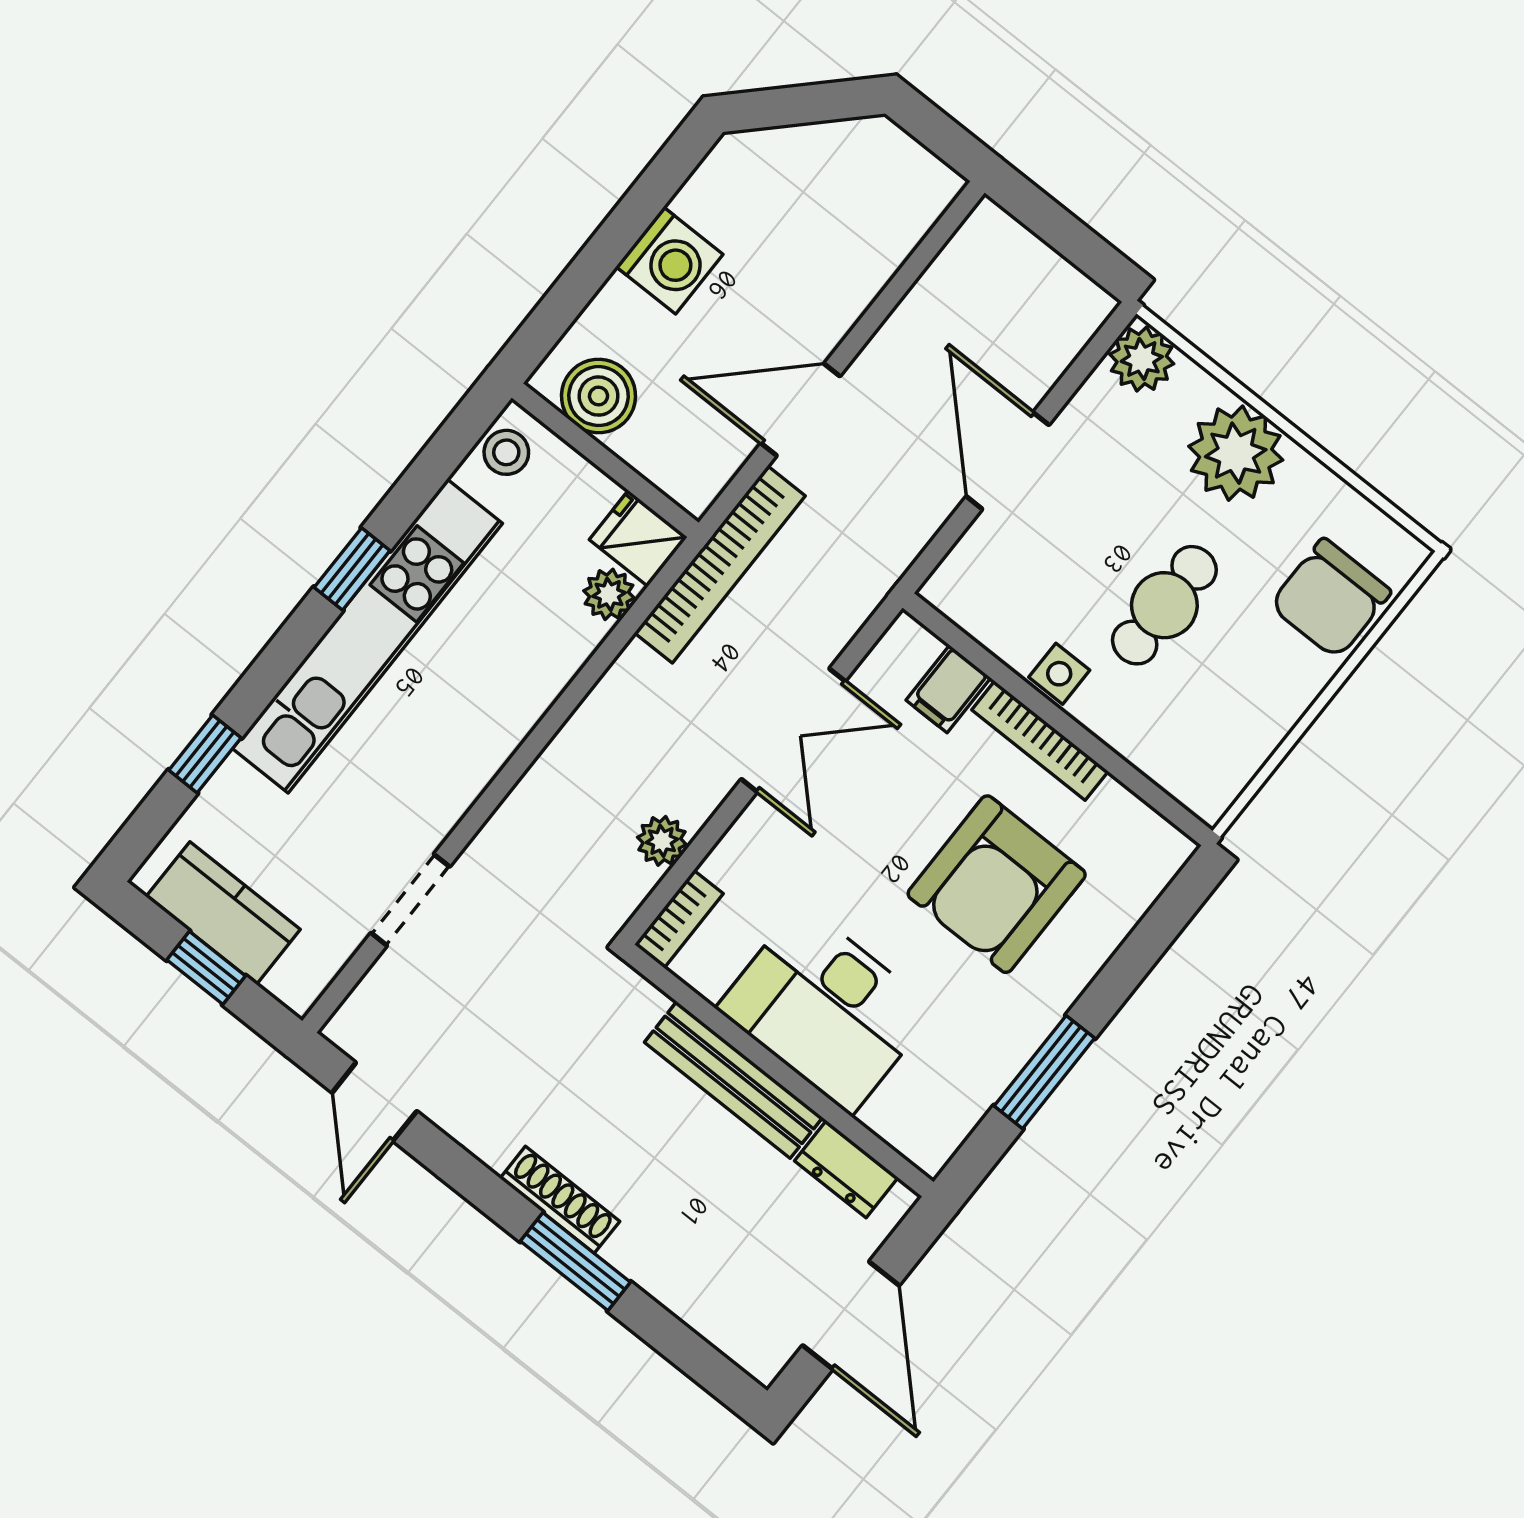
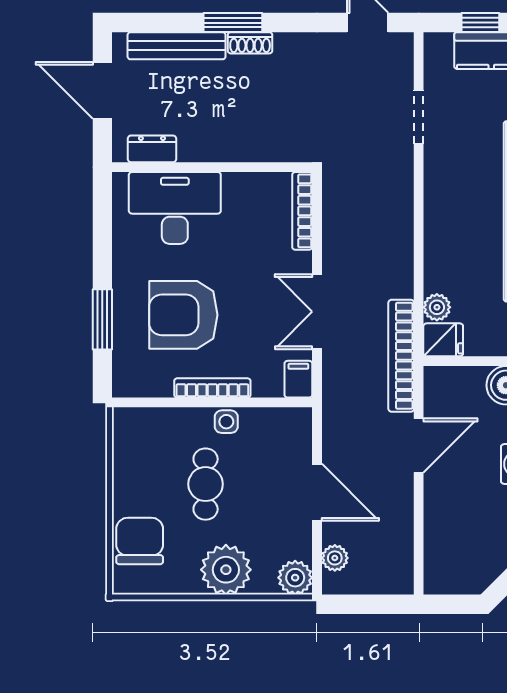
filing cabinet: (948, 689) -> (298, 379), moved
plant: (662, 841) -> (335, 558), moved
armchair: (997, 884) -> (183, 315), turned -90
bookcase: (679, 919) -> (302, 211), width x1.56
desk: (826, 1009) -> (175, 208), moved
window: (1044, 1072) -> (102, 319), moved
bench: (734, 1080) -> (177, 46), moved
shoe rack: (560, 1200) -> (250, 43), width x0.70

